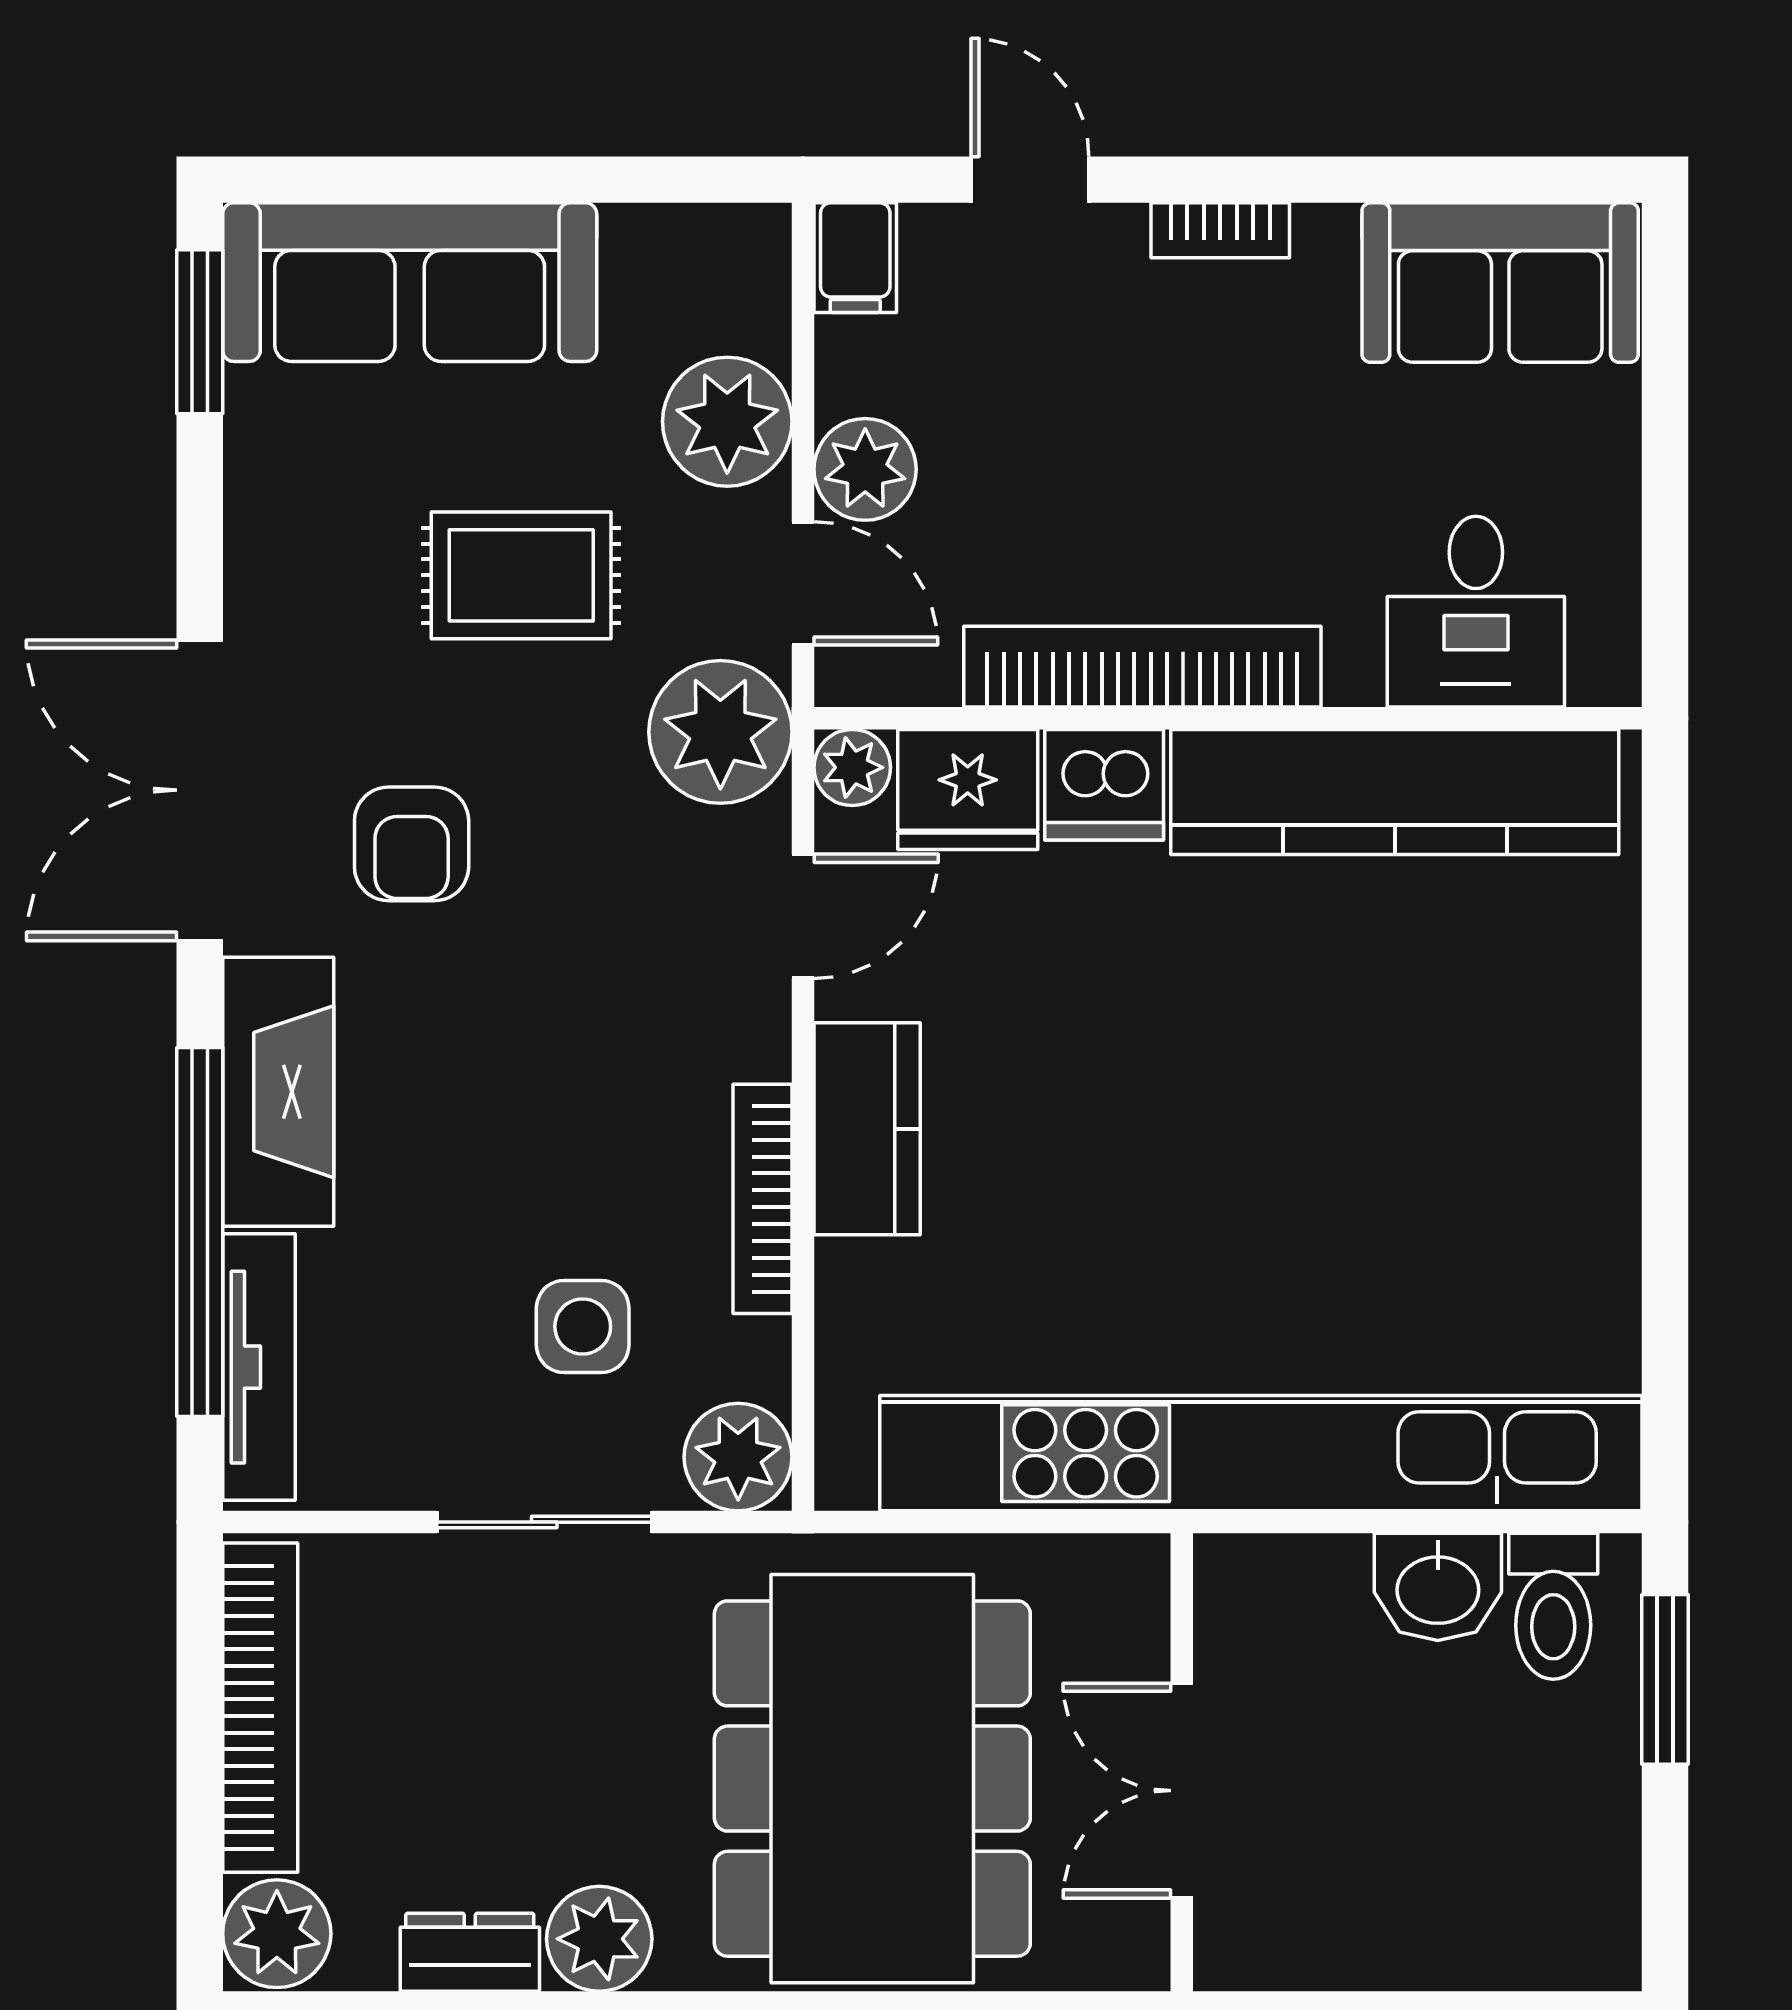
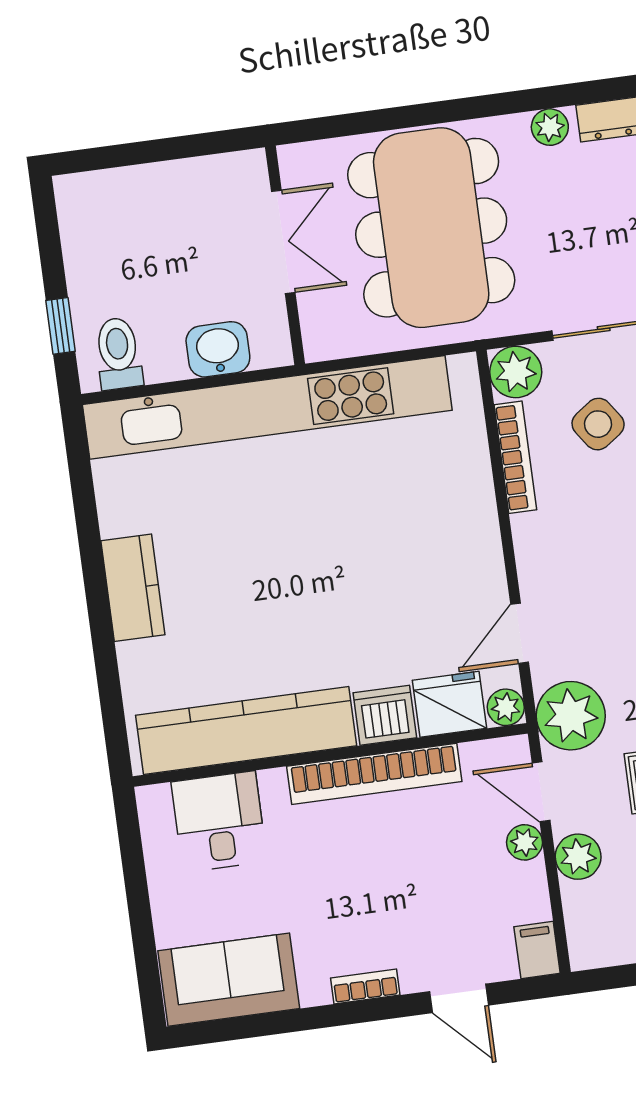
plant: (727, 422) -> (578, 857), width x0.73, depth x0.73
plant: (865, 469) -> (525, 842), width x0.73, depth x0.73
kitchen counter: (867, 1129) -> (133, 588), moved, turned 180
bookcase: (763, 1199) -> (515, 457), moved
side table: (583, 1327) -> (598, 424), turned -35
washbasin: (1438, 1587) -> (218, 349), moved
window: (1665, 1679) -> (61, 326), width x0.67
plant: (599, 1939) -> (550, 127), width x0.73, depth x0.73

